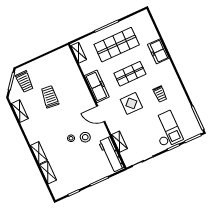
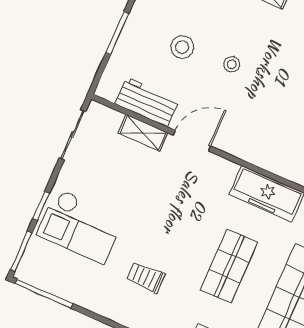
display table: (131, 103) -> (181, 217), removed
door: (101, 114) -> (192, 141), moved
stool: (85, 137) -> (182, 47), moved
workbench: (111, 155) -> (147, 102), width x0.73

